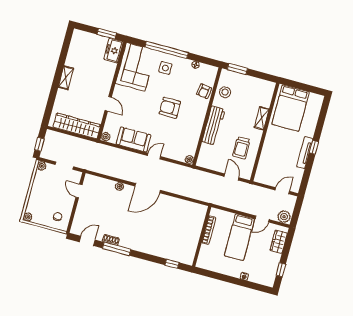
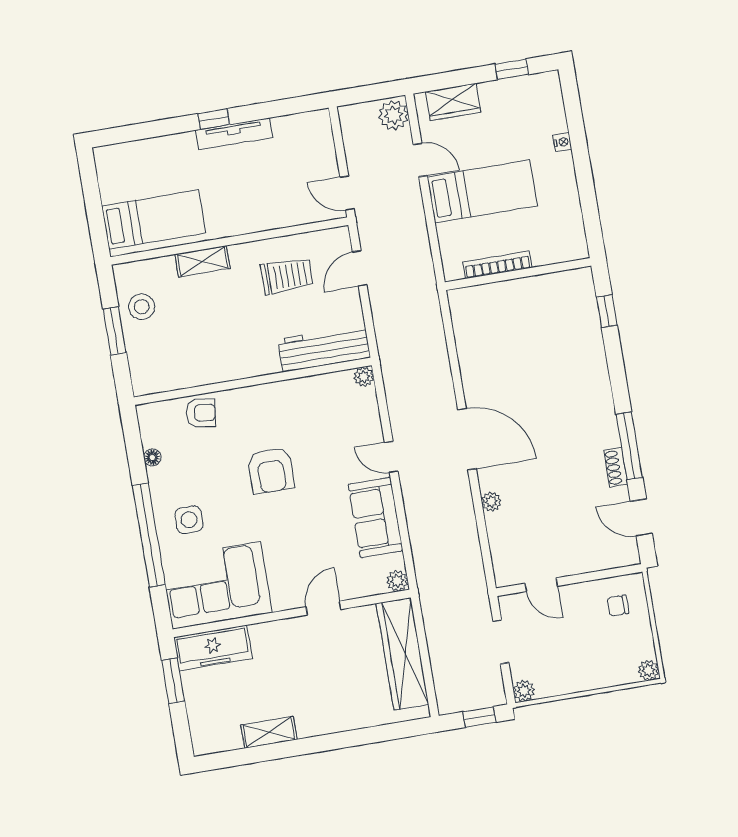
freezer: (113, 50) -> (213, 648), width x1.40
window: (237, 69) -> (115, 331), moved
shelving: (66, 78) -> (269, 732), moved
stool: (225, 92) -> (142, 307), moved
bed: (291, 108) -> (154, 220), width x0.67
workbench: (214, 125) -> (324, 348), moved
door: (79, 191) -> (541, 585), hinge flipped
door: (282, 191) -> (347, 193), moved

